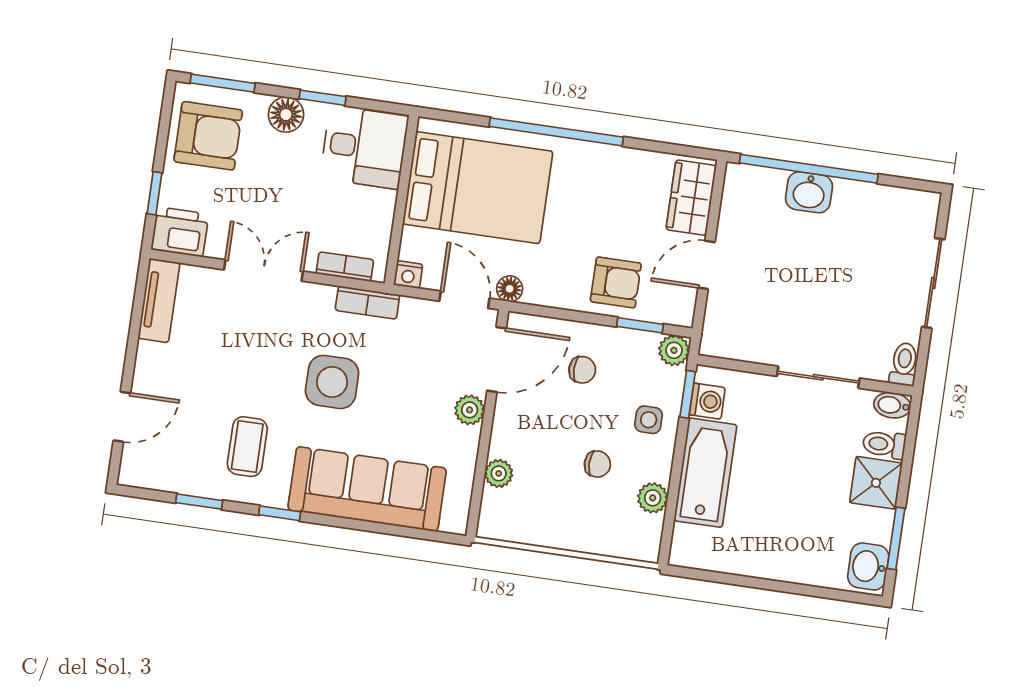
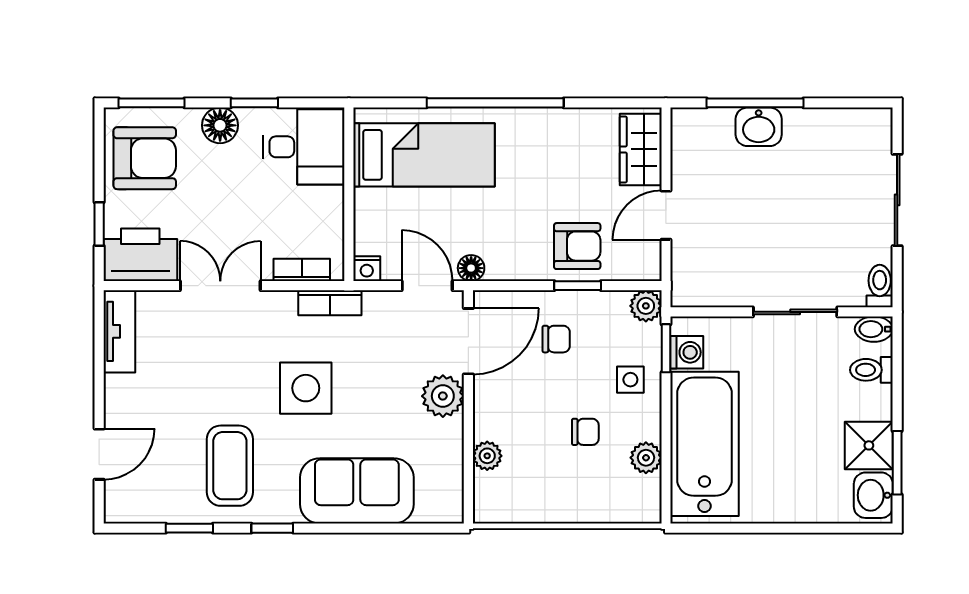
window: (809, 169) -> (755, 103), width x0.68
bed: (478, 188) -> (424, 155), width x0.67
printer: (180, 232) -> (140, 255), width x1.37, depth x1.19
window: (640, 325) -> (578, 286), moved
plant: (470, 410) -> (443, 396), width x1.38, depth x1.38
coffee table: (247, 447) -> (230, 466), width x1.36, depth x1.30
bathtub: (705, 473) -> (705, 444), width x1.36, depth x1.36
shower: (876, 483) -> (869, 445), moved
sofa: (367, 489) -> (357, 491), width x0.73

